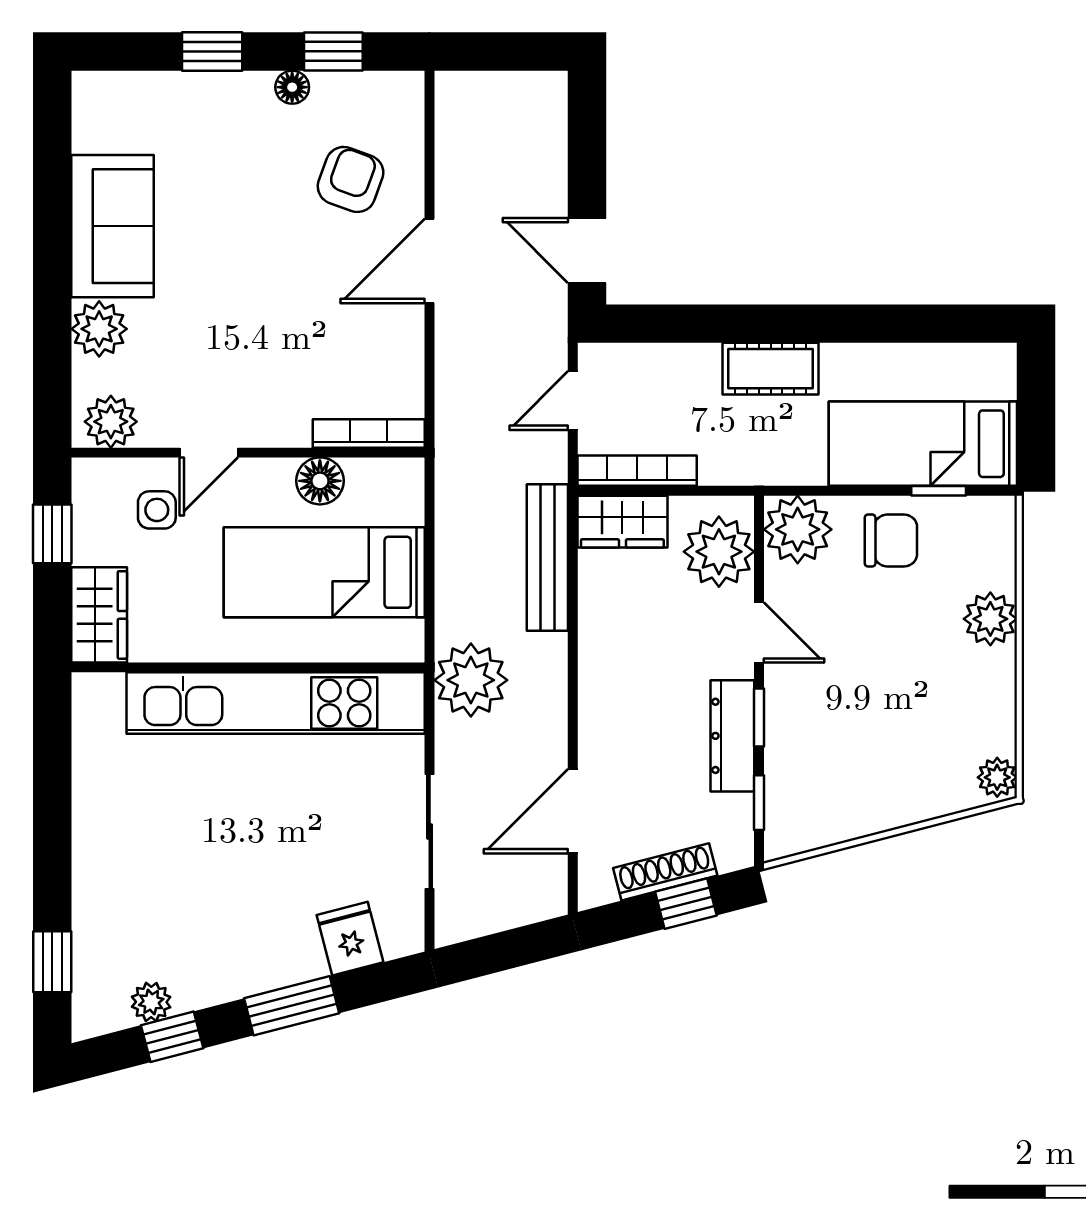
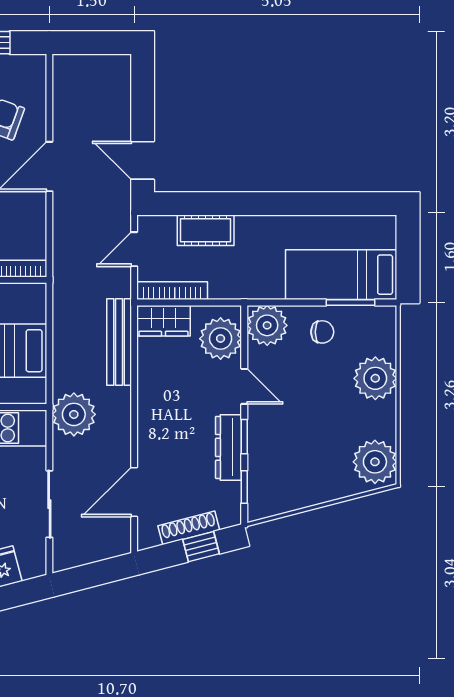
cot: (771, 369) -> (206, 230), moved
window: (939, 491) -> (351, 302), width x1.50
chair: (891, 540) -> (322, 332), width x0.73, depth x0.73
plant: (990, 619) -> (375, 378), width x1.36, depth x1.36
plant: (997, 777) -> (375, 462), width x1.88, depth x1.88

